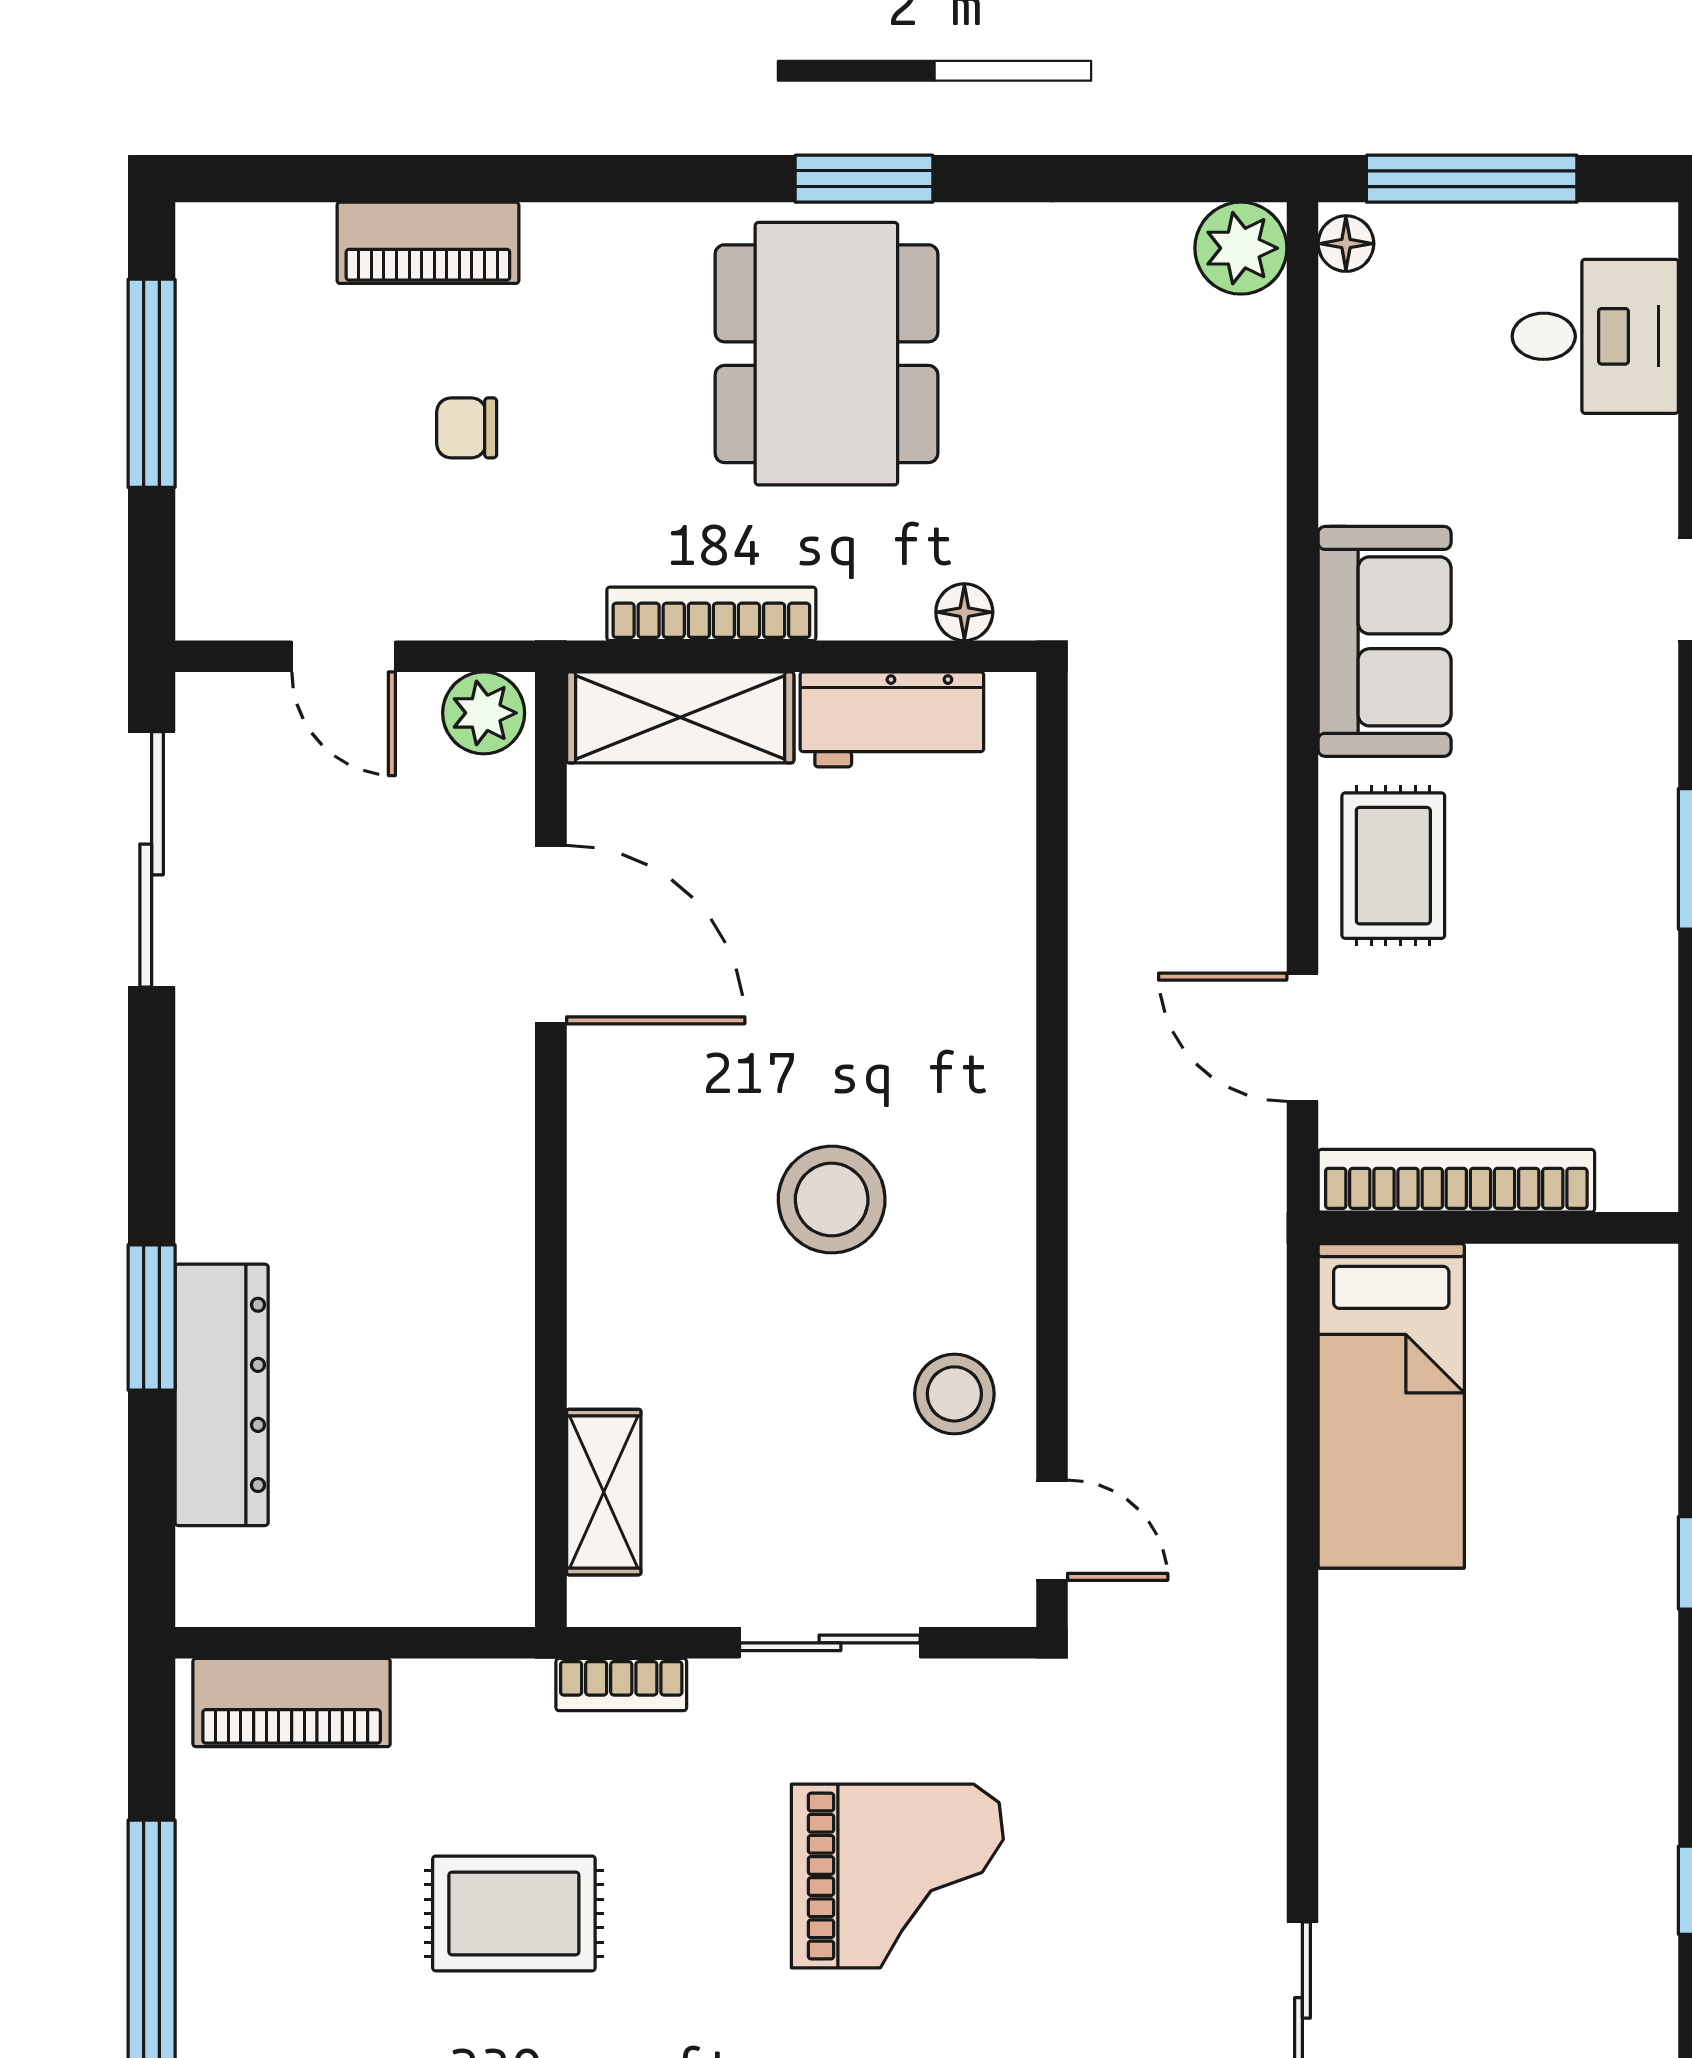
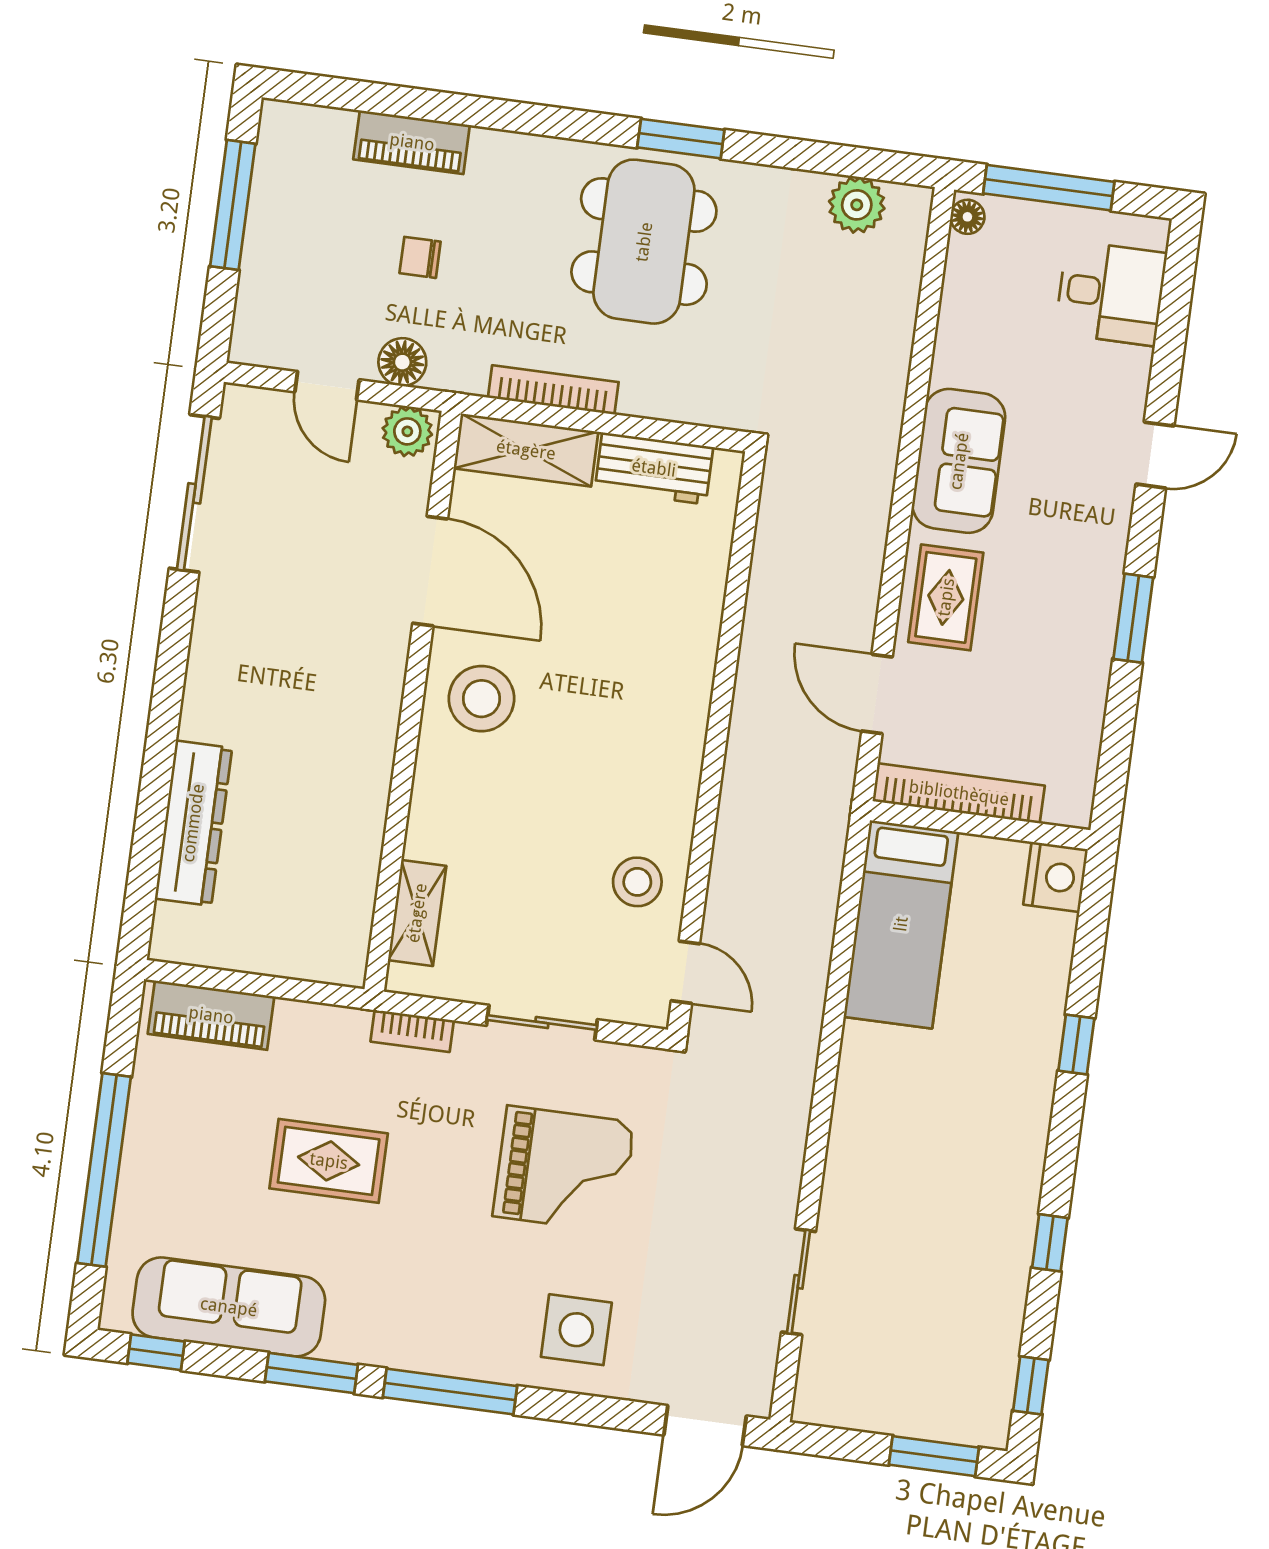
plant: (1241, 248) -> (857, 205), moved
floor lamp: (964, 612) -> (402, 362), moved, width x1.37, depth x1.37
stool: (832, 1200) -> (481, 699), moved
nightstand: (1632, 1295) -> (1056, 877), added
window: (152, 1317) -> (157, 771), removed

